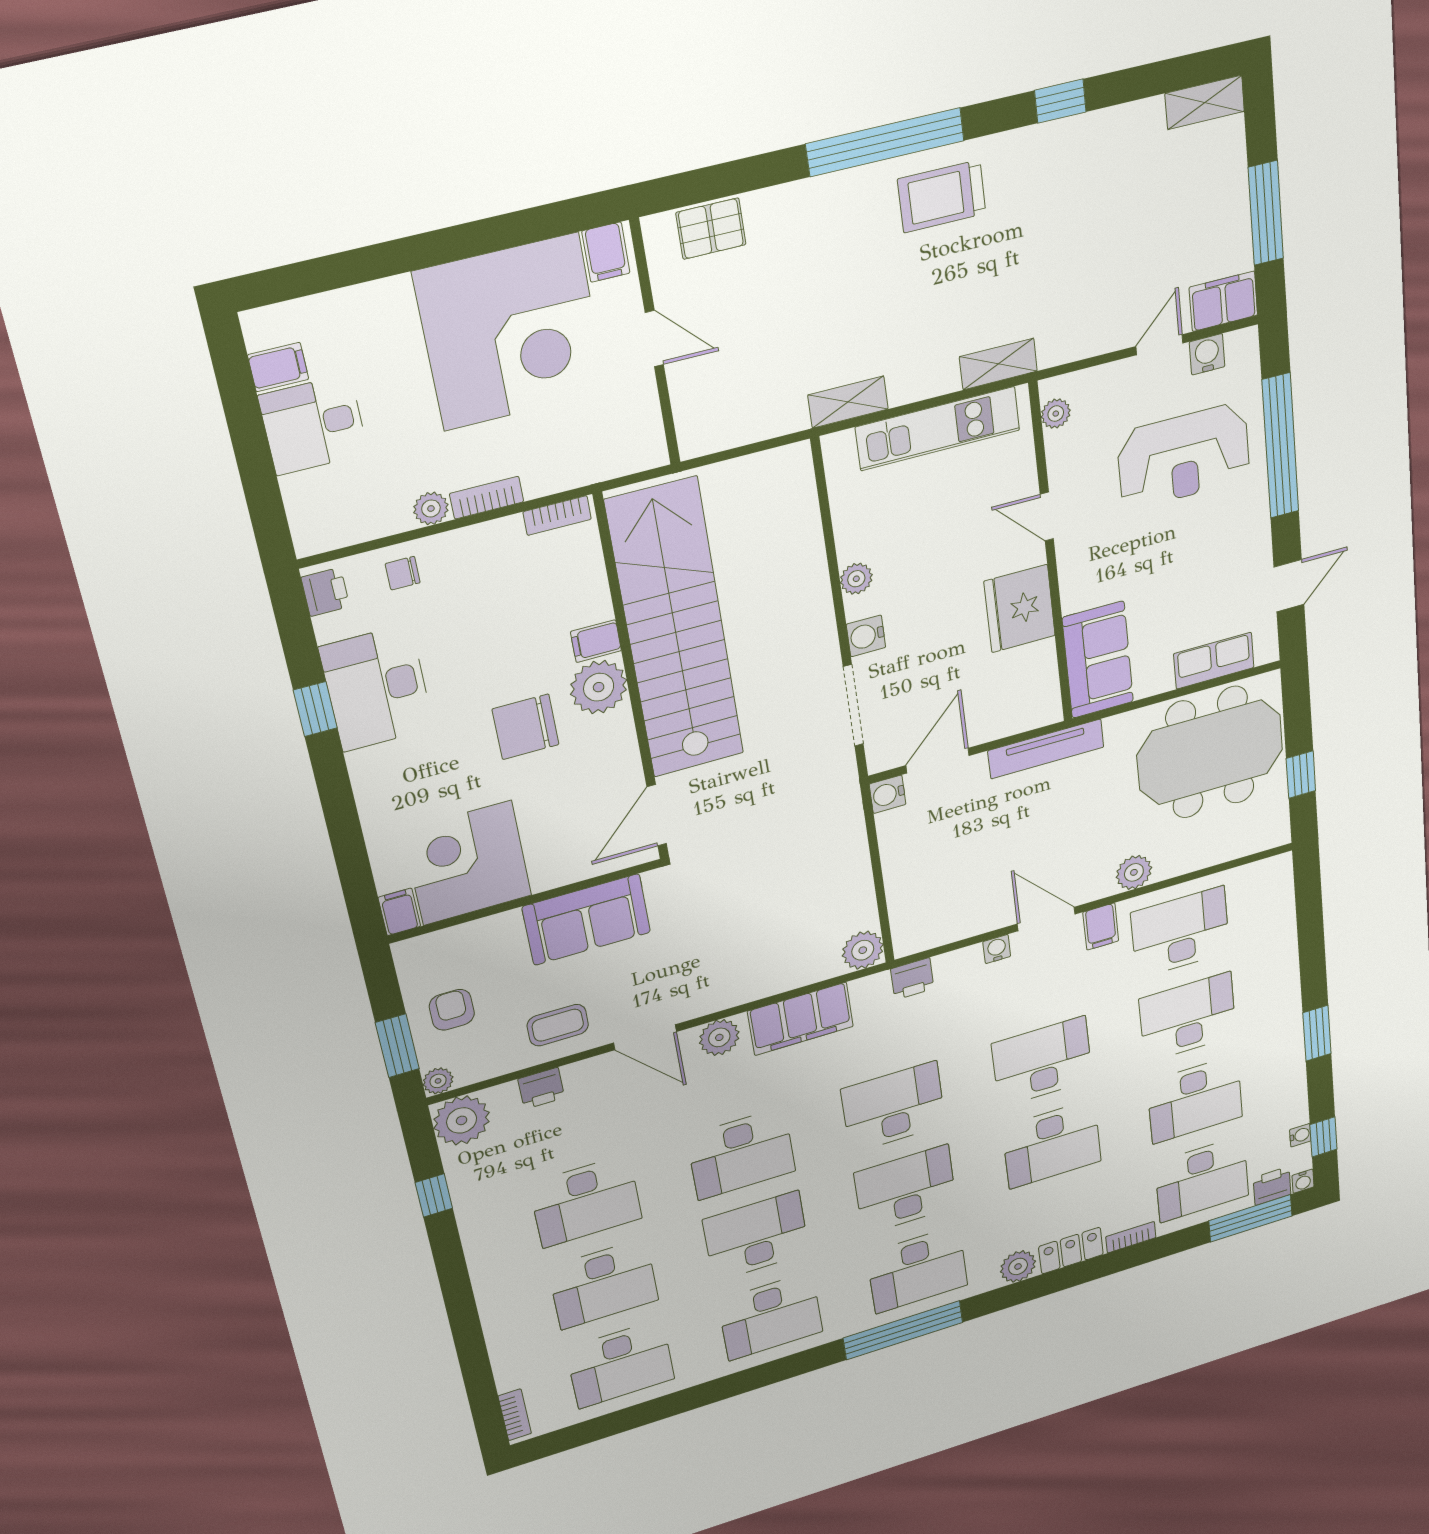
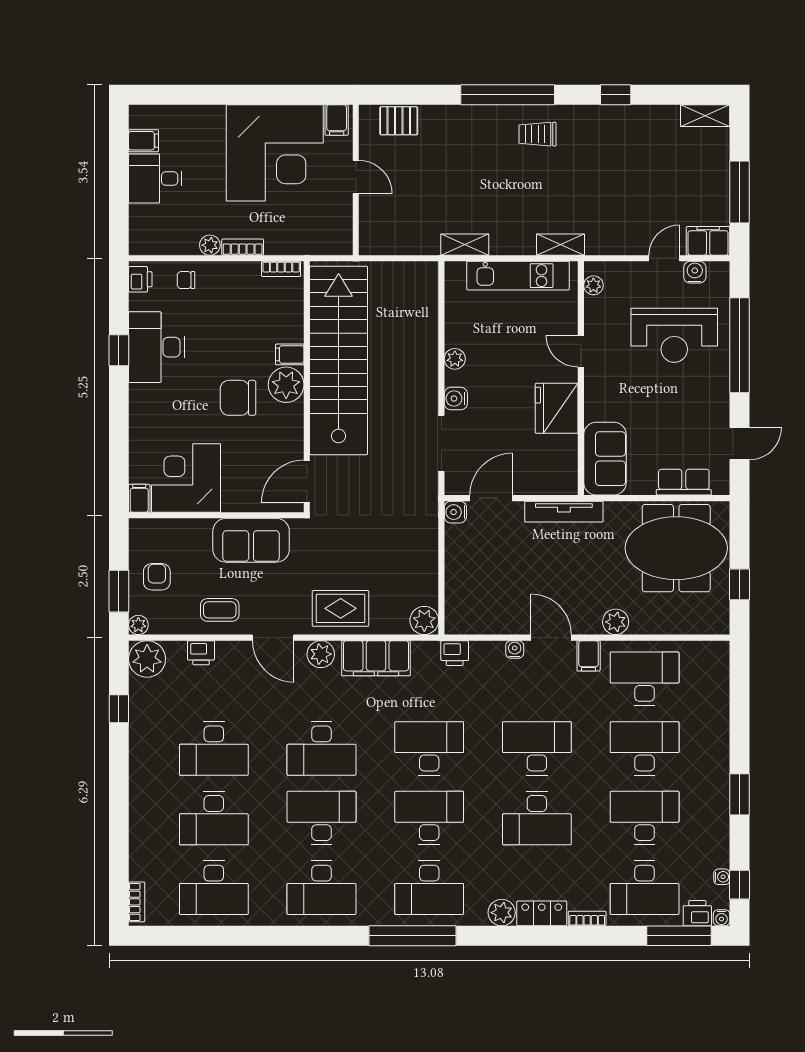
trolley: (942, 196) -> (537, 134), width x0.73, depth x0.72
rug: (738, 970) -> (341, 608), added
desk: (1195, 1099) -> (645, 818), turned 180

